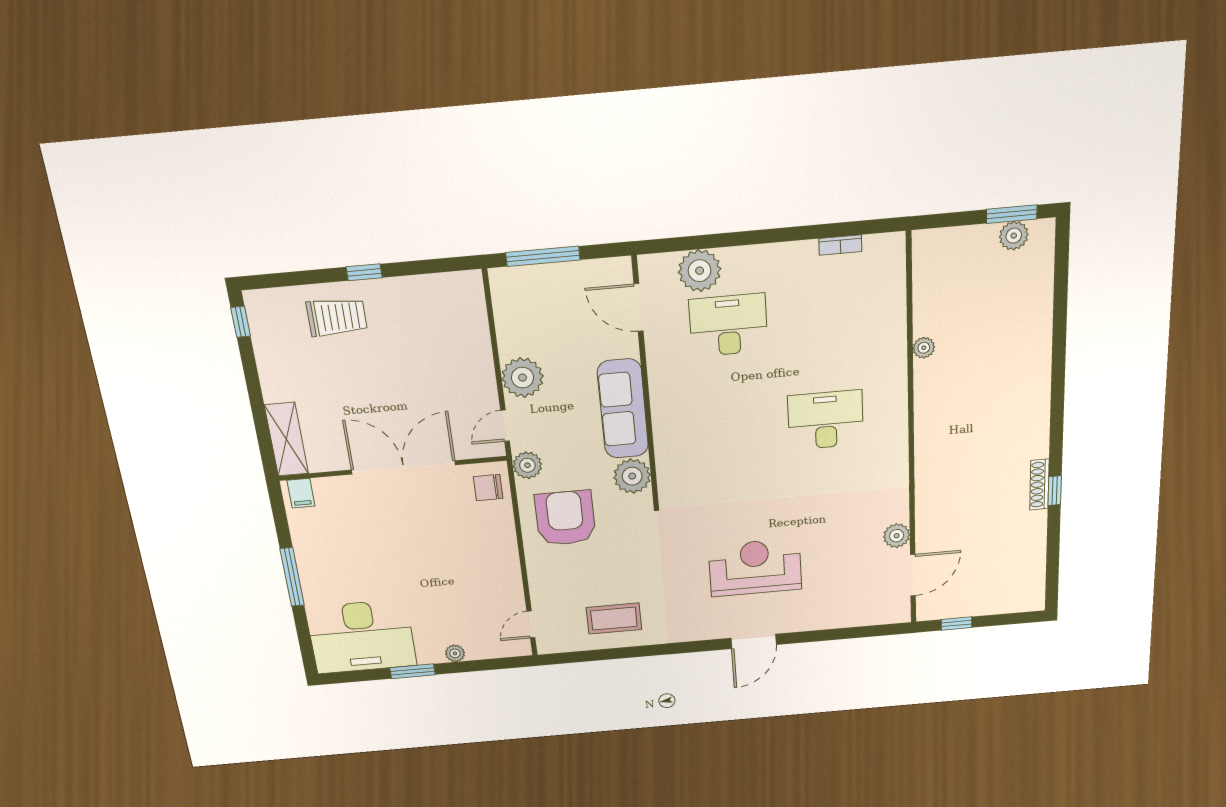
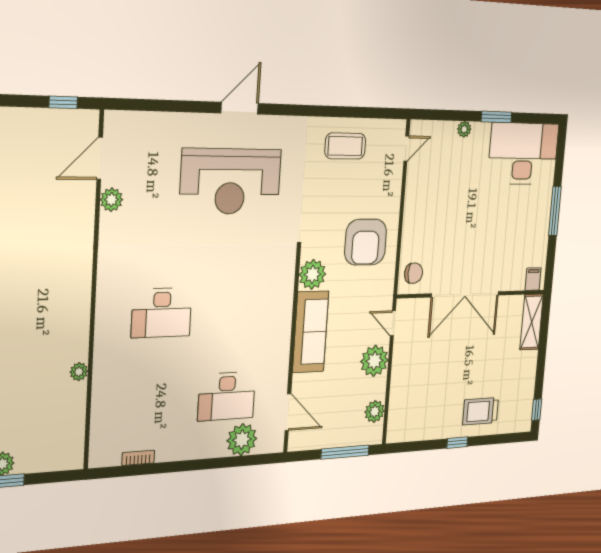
door: (505, 426) -> (393, 323), swing flipped
plant: (527, 465) -> (375, 411), moved
reception desk: (755, 568) -> (231, 181), width x1.36, depth x1.30

